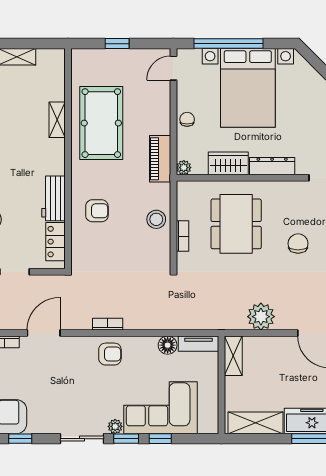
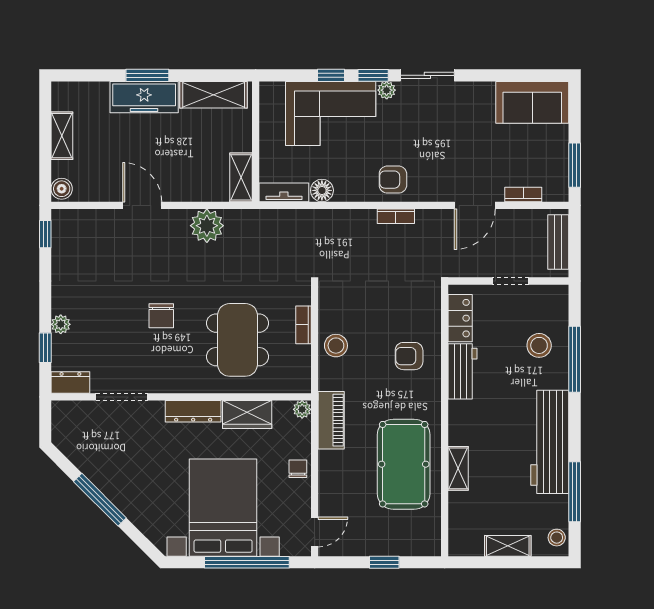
chair: (187, 119) -> (298, 469), turned 180
window: (20, 439) -> (503, 75), removed

